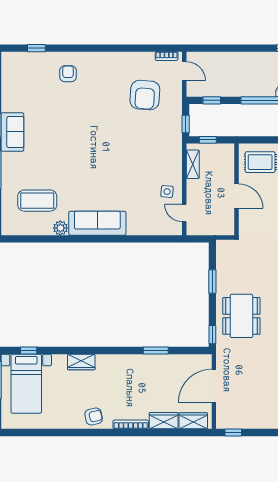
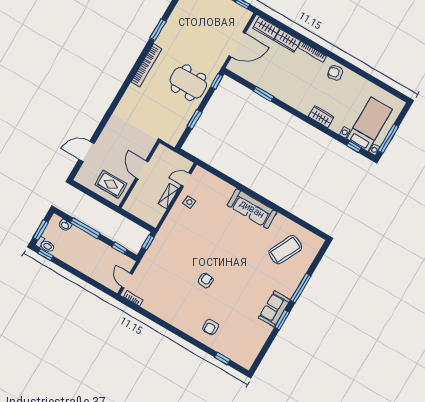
armchair: (145, 95) -> (206, 280), moved, width x0.53, depth x0.53
window: (208, 140) -> (139, 222), removed
shelving: (193, 164) -> (168, 196), moved
coffee table: (37, 201) -> (285, 250), turned -64
door: (184, 213) -> (186, 180), swing flipped
plant: (60, 228) -> (280, 221), removed
dining table: (241, 316) -> (188, 83), turned 90

